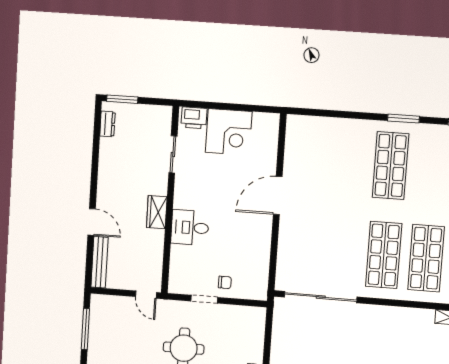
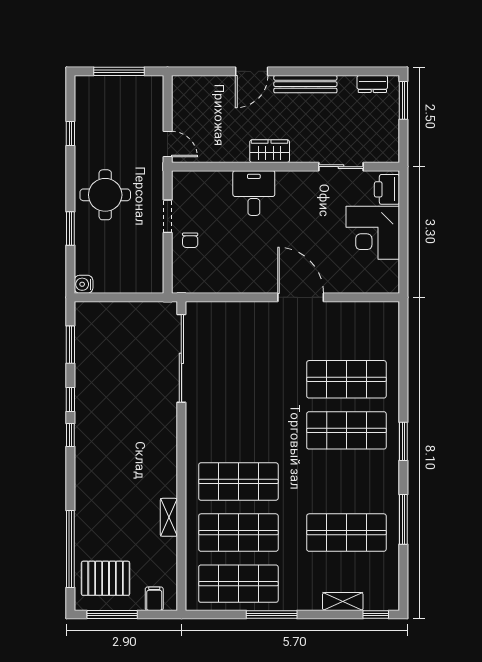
shop shelf: (384, 255) -> (346, 379), moved
bench: (100, 262) -> (305, 84), moved
door: (146, 295) -> (168, 144), swing flipped

